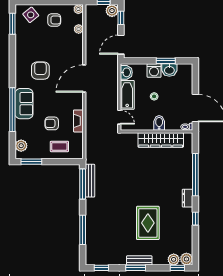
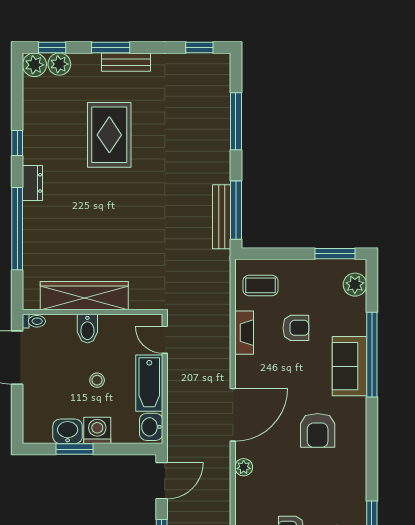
plant: (79, 29) -> (244, 467), moved
coffee table: (59, 146) -> (260, 285), moved
window: (136, 268) -> (111, 48), moved

